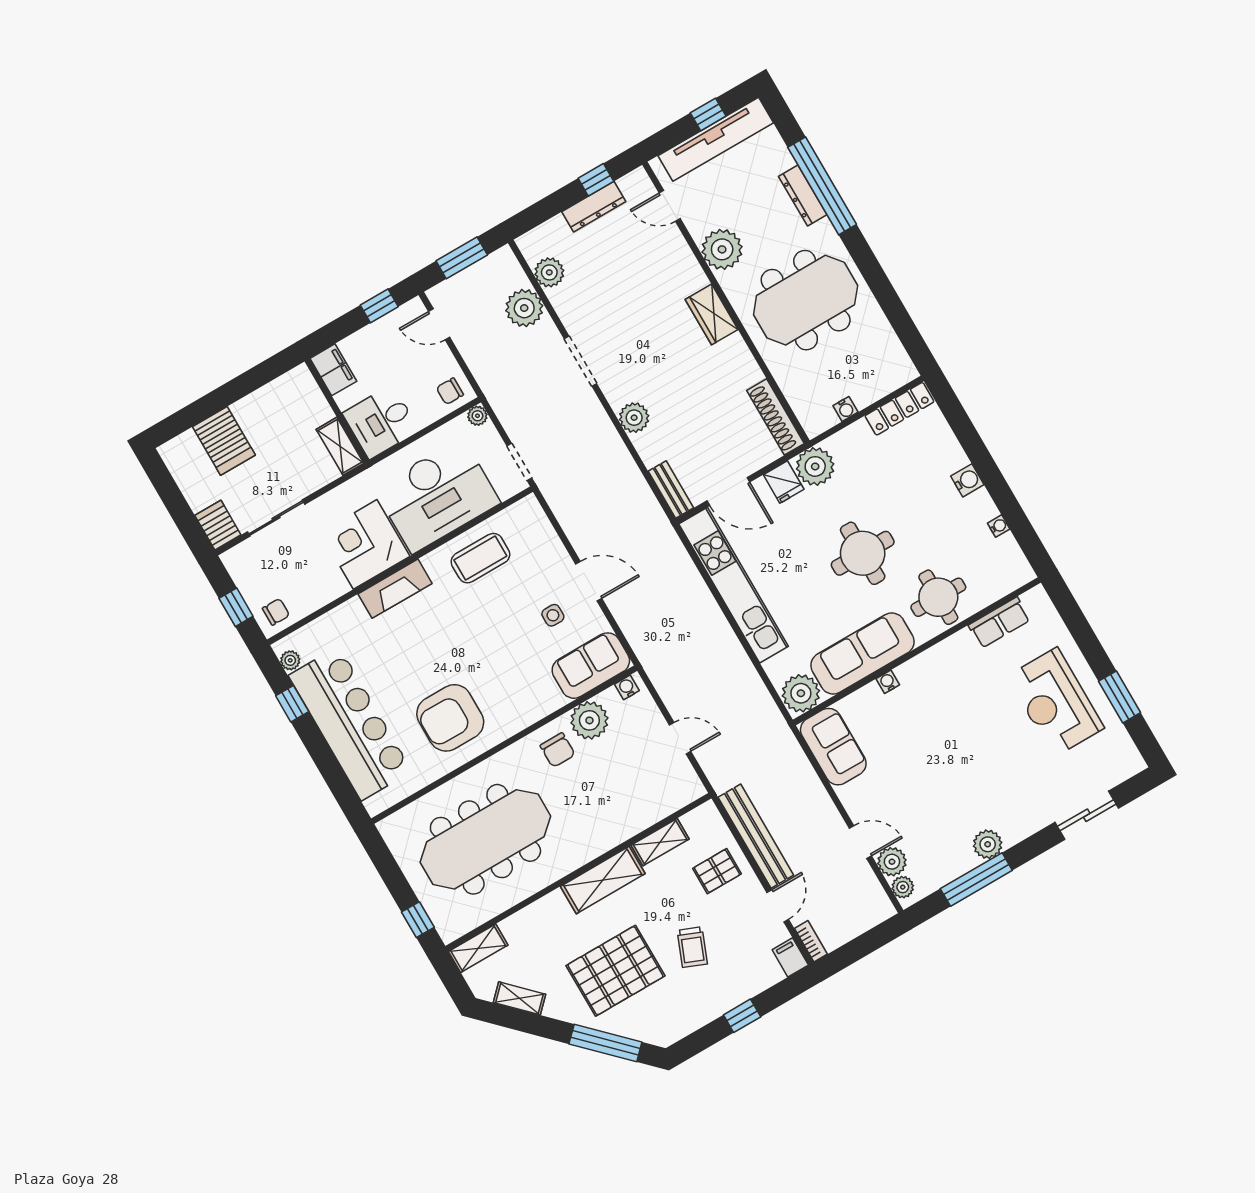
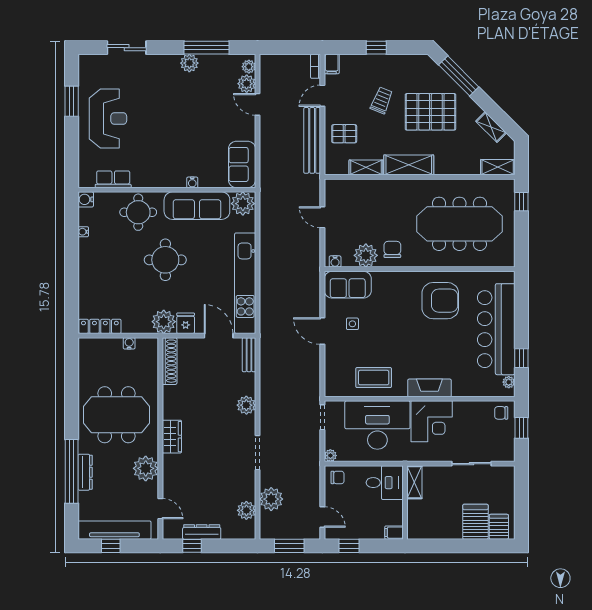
filing cabinet: (333, 370) -> (394, 533), width x0.50
water cooler: (967, 480) -> (86, 199), moved
server rack: (218, 525) -> (499, 527), moved, turned 180

